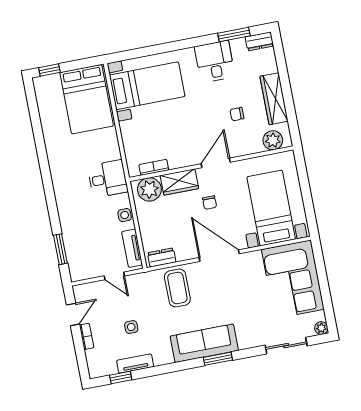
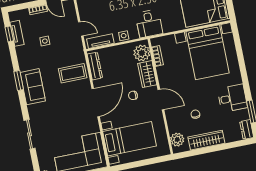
bed with nightstands: (147, 86) -> (207, 52), width x1.36
dresser: (162, 258) -> (95, 66), width x1.44
door: (114, 276) -> (81, 29), swing flipped
sofa: (204, 343) -> (33, 87), width x0.73
sliding door: (286, 346) -> (30, 134), moved
window: (218, 359) -> (19, 80), moved
tv unit: (135, 364) -> (17, 33), moved

